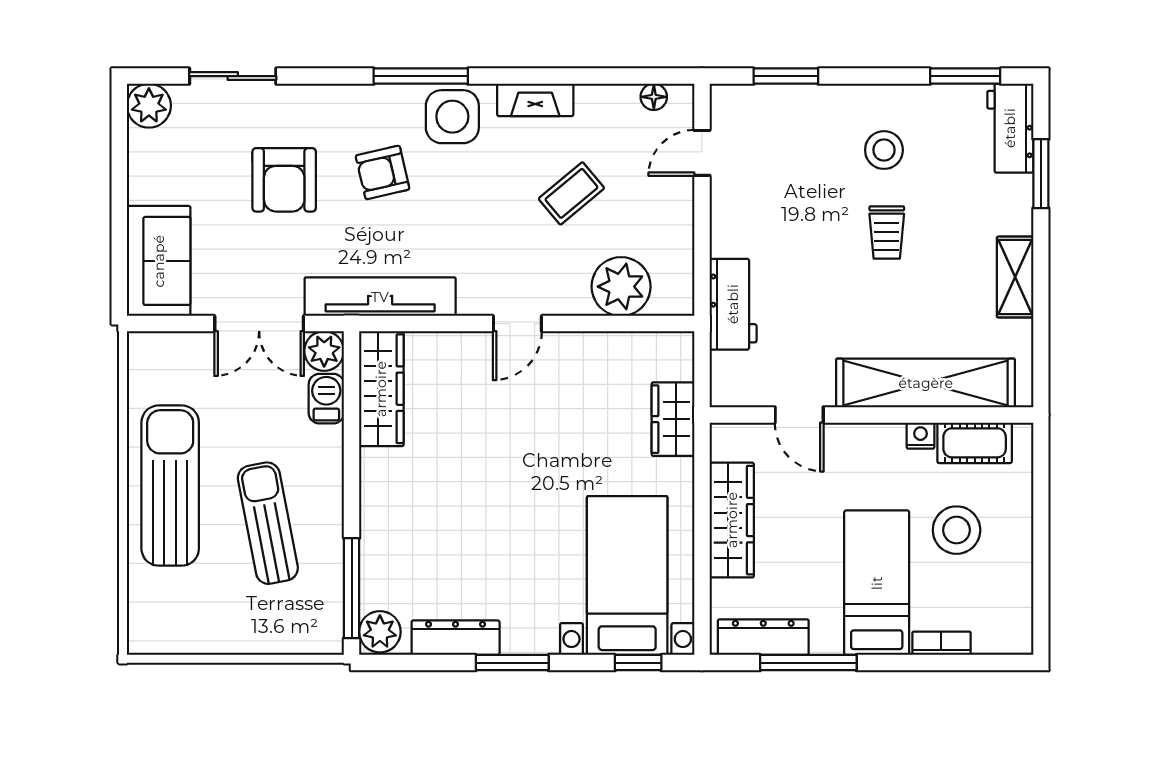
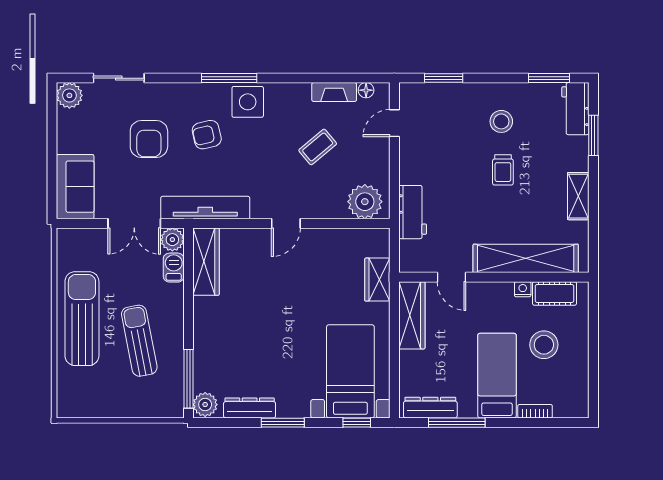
fireplace: (535, 100) -> (334, 92), moved
plant: (621, 287) -> (365, 202), moved
wardrobe: (732, 520) -> (412, 315), moved

